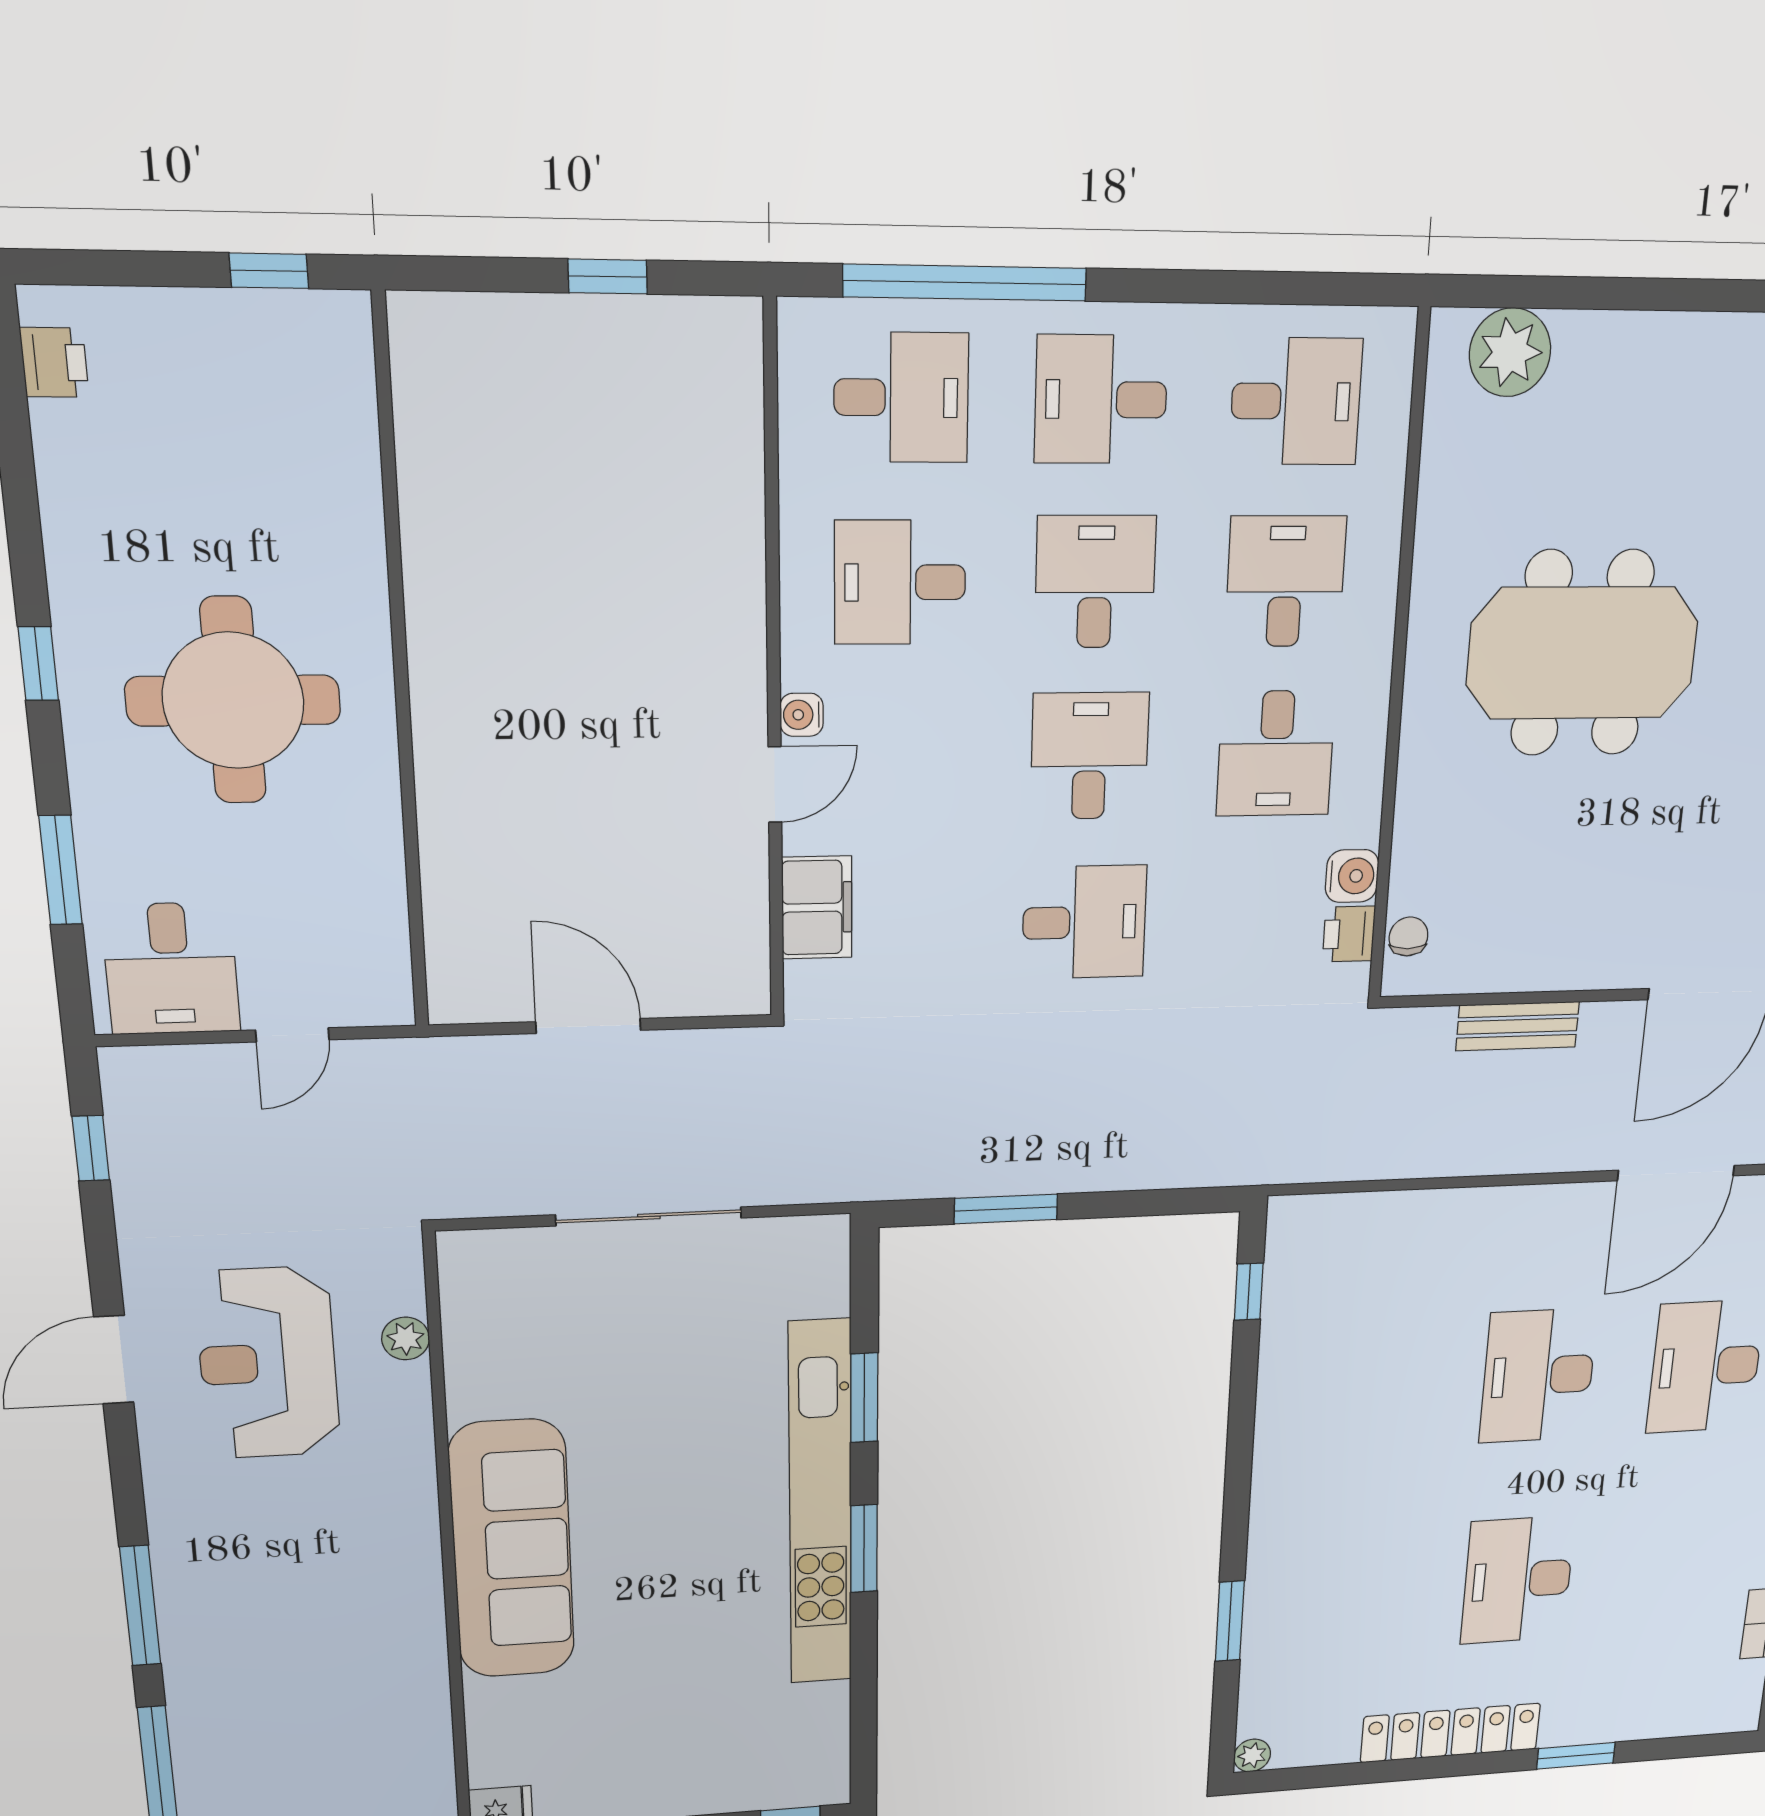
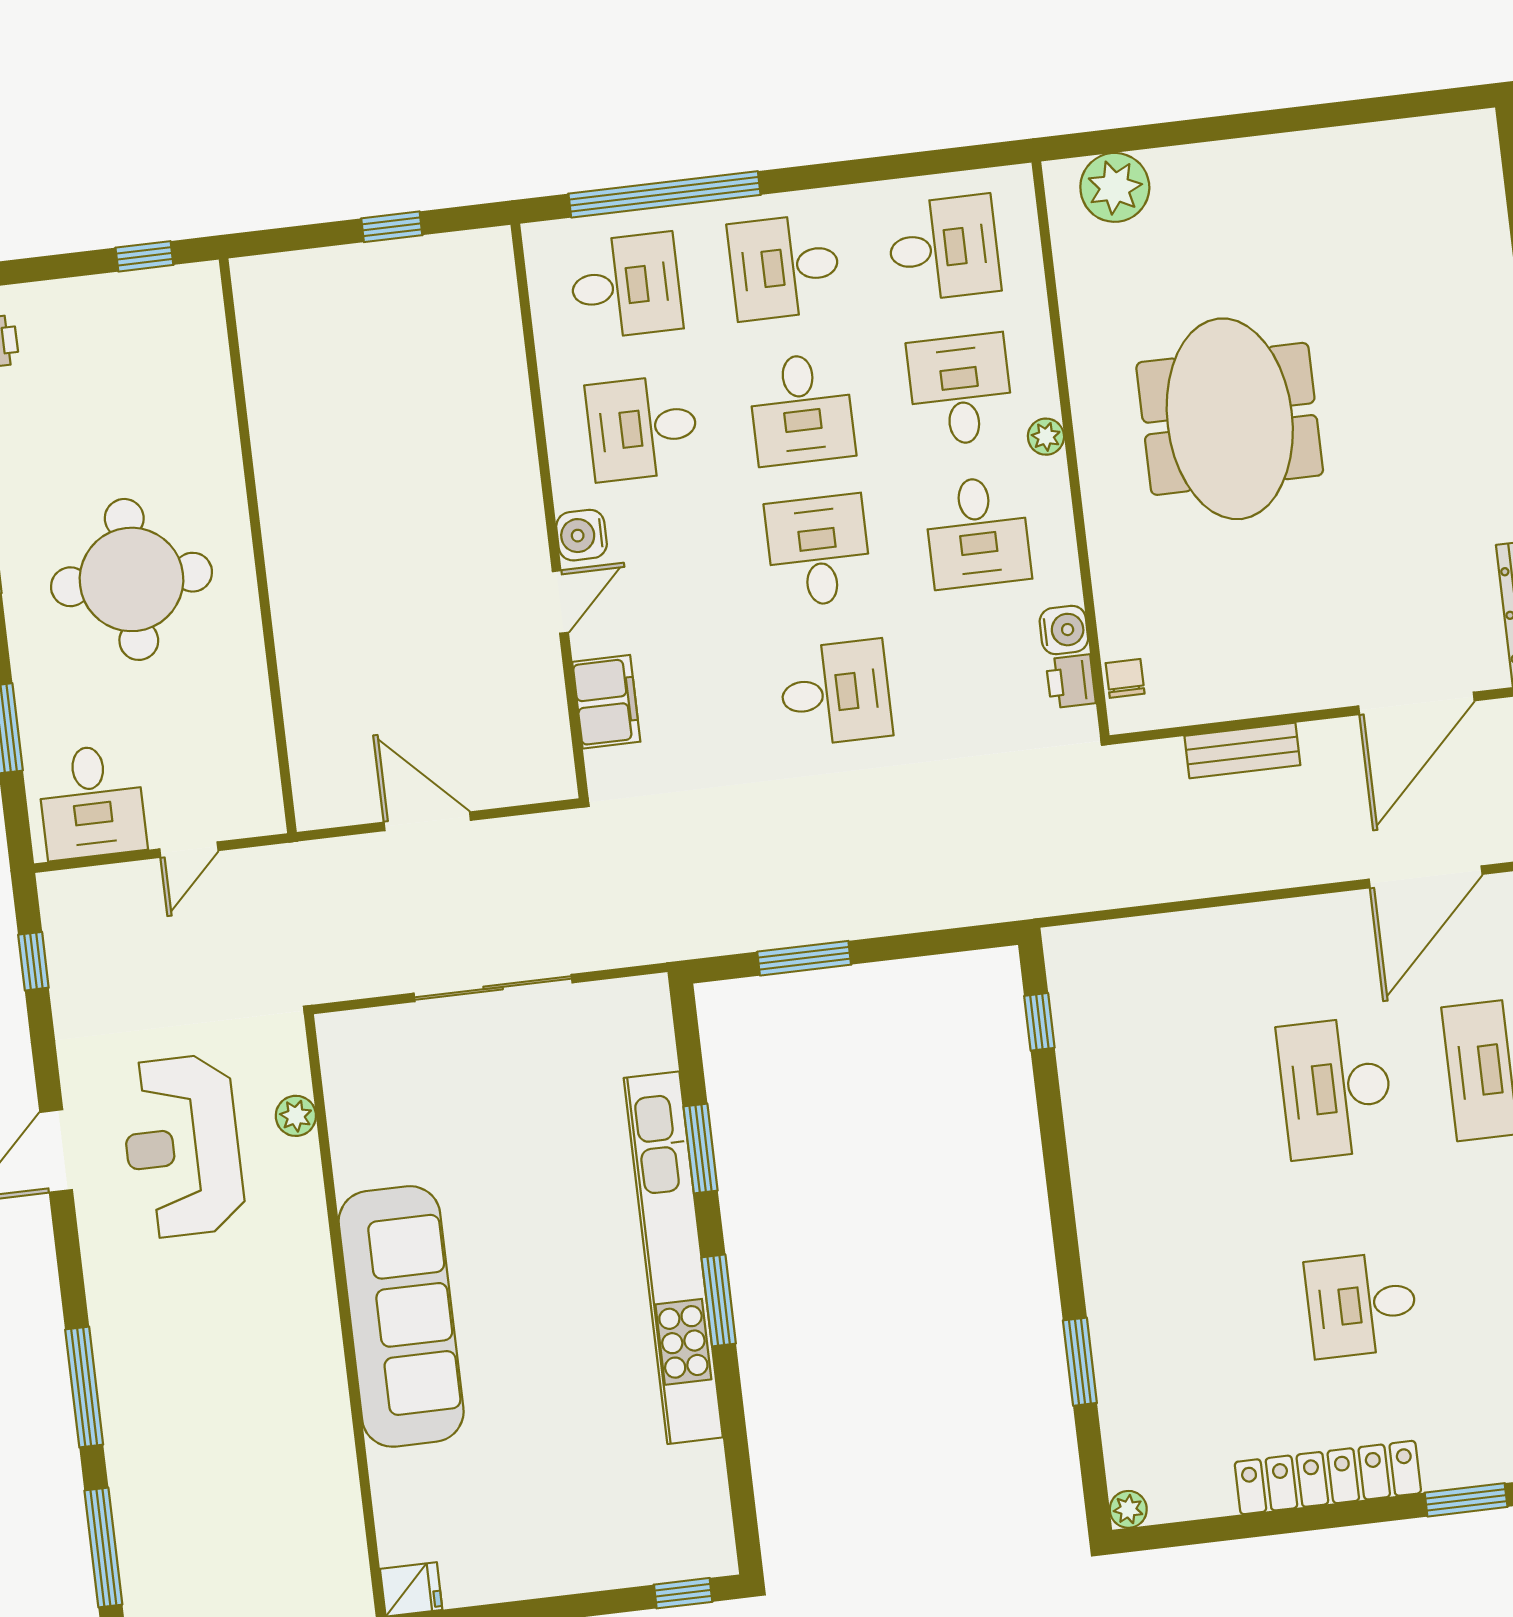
desk: (1095, 582) -> (801, 409), turned 180
plant: (1373, 650) -> (1046, 437), added
meeting table: (1582, 653) -> (1230, 419), turned 90
water cooler: (802, 715) -> (582, 535), width x1.38, depth x1.38
desk: (1518, 1580) -> (1362, 1305), width x0.73

